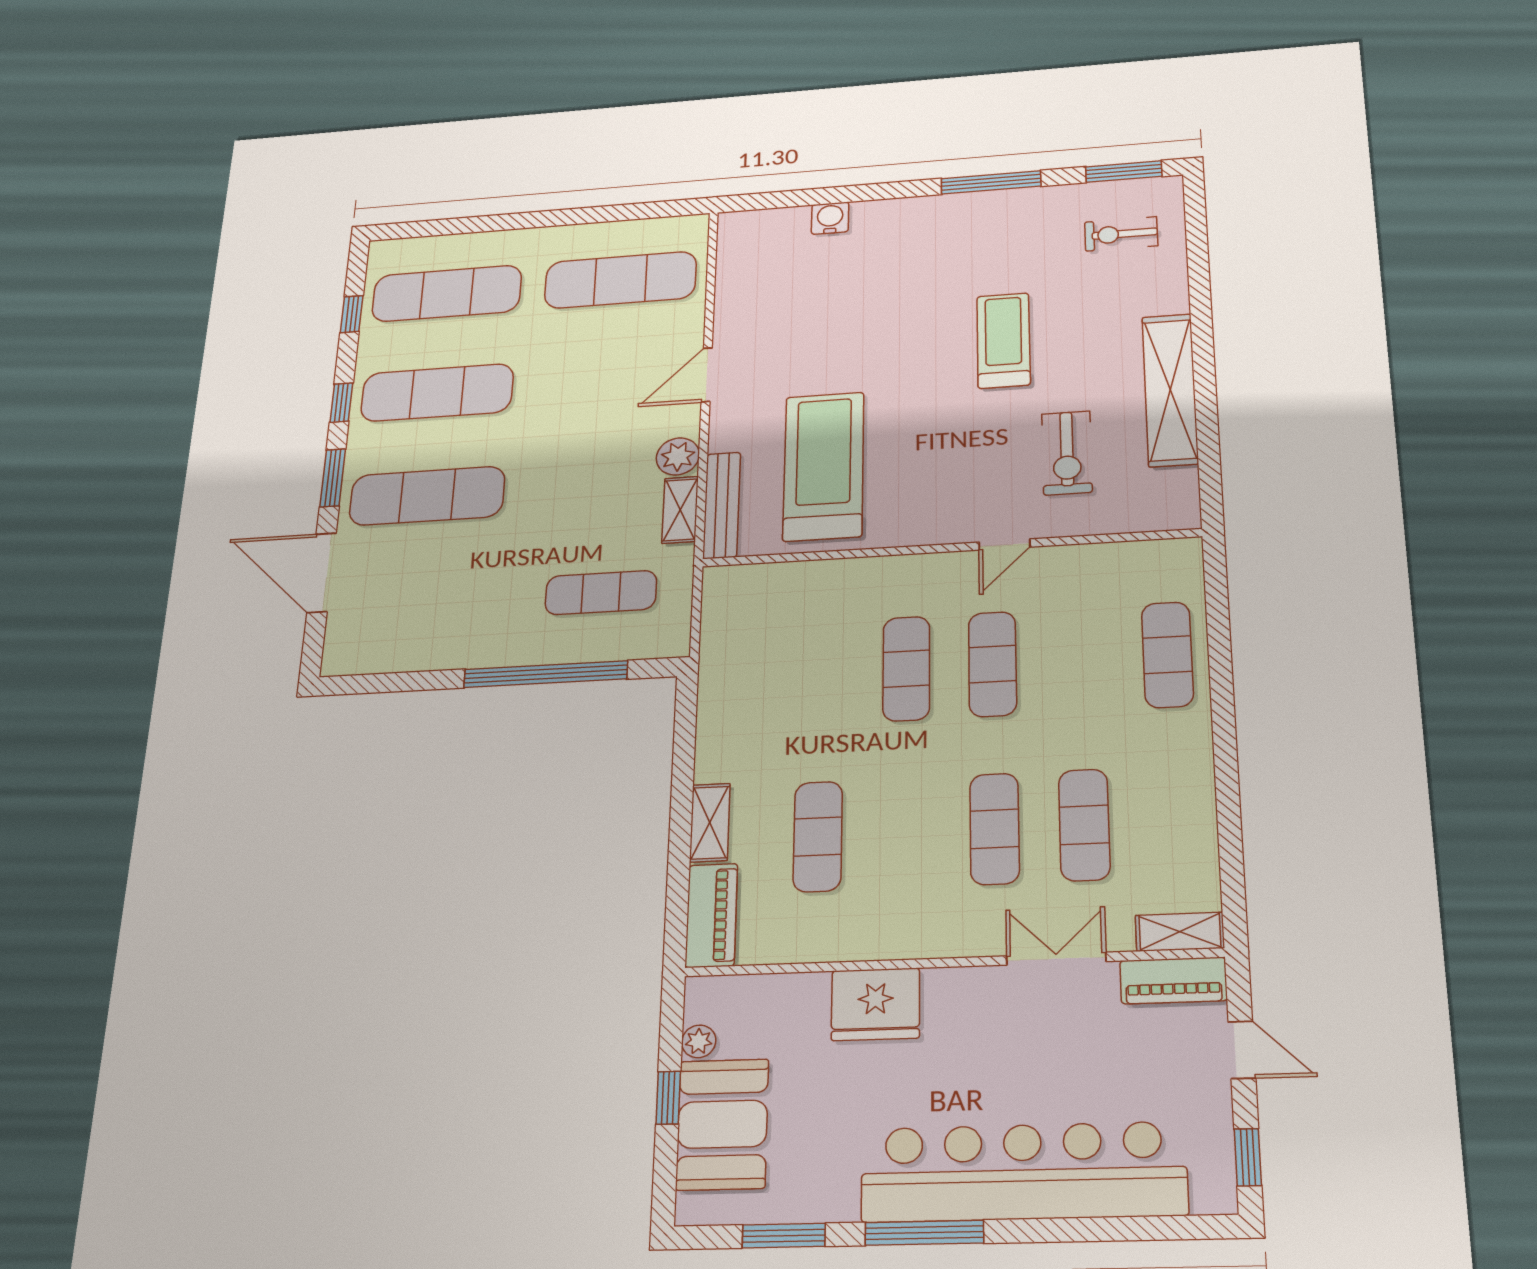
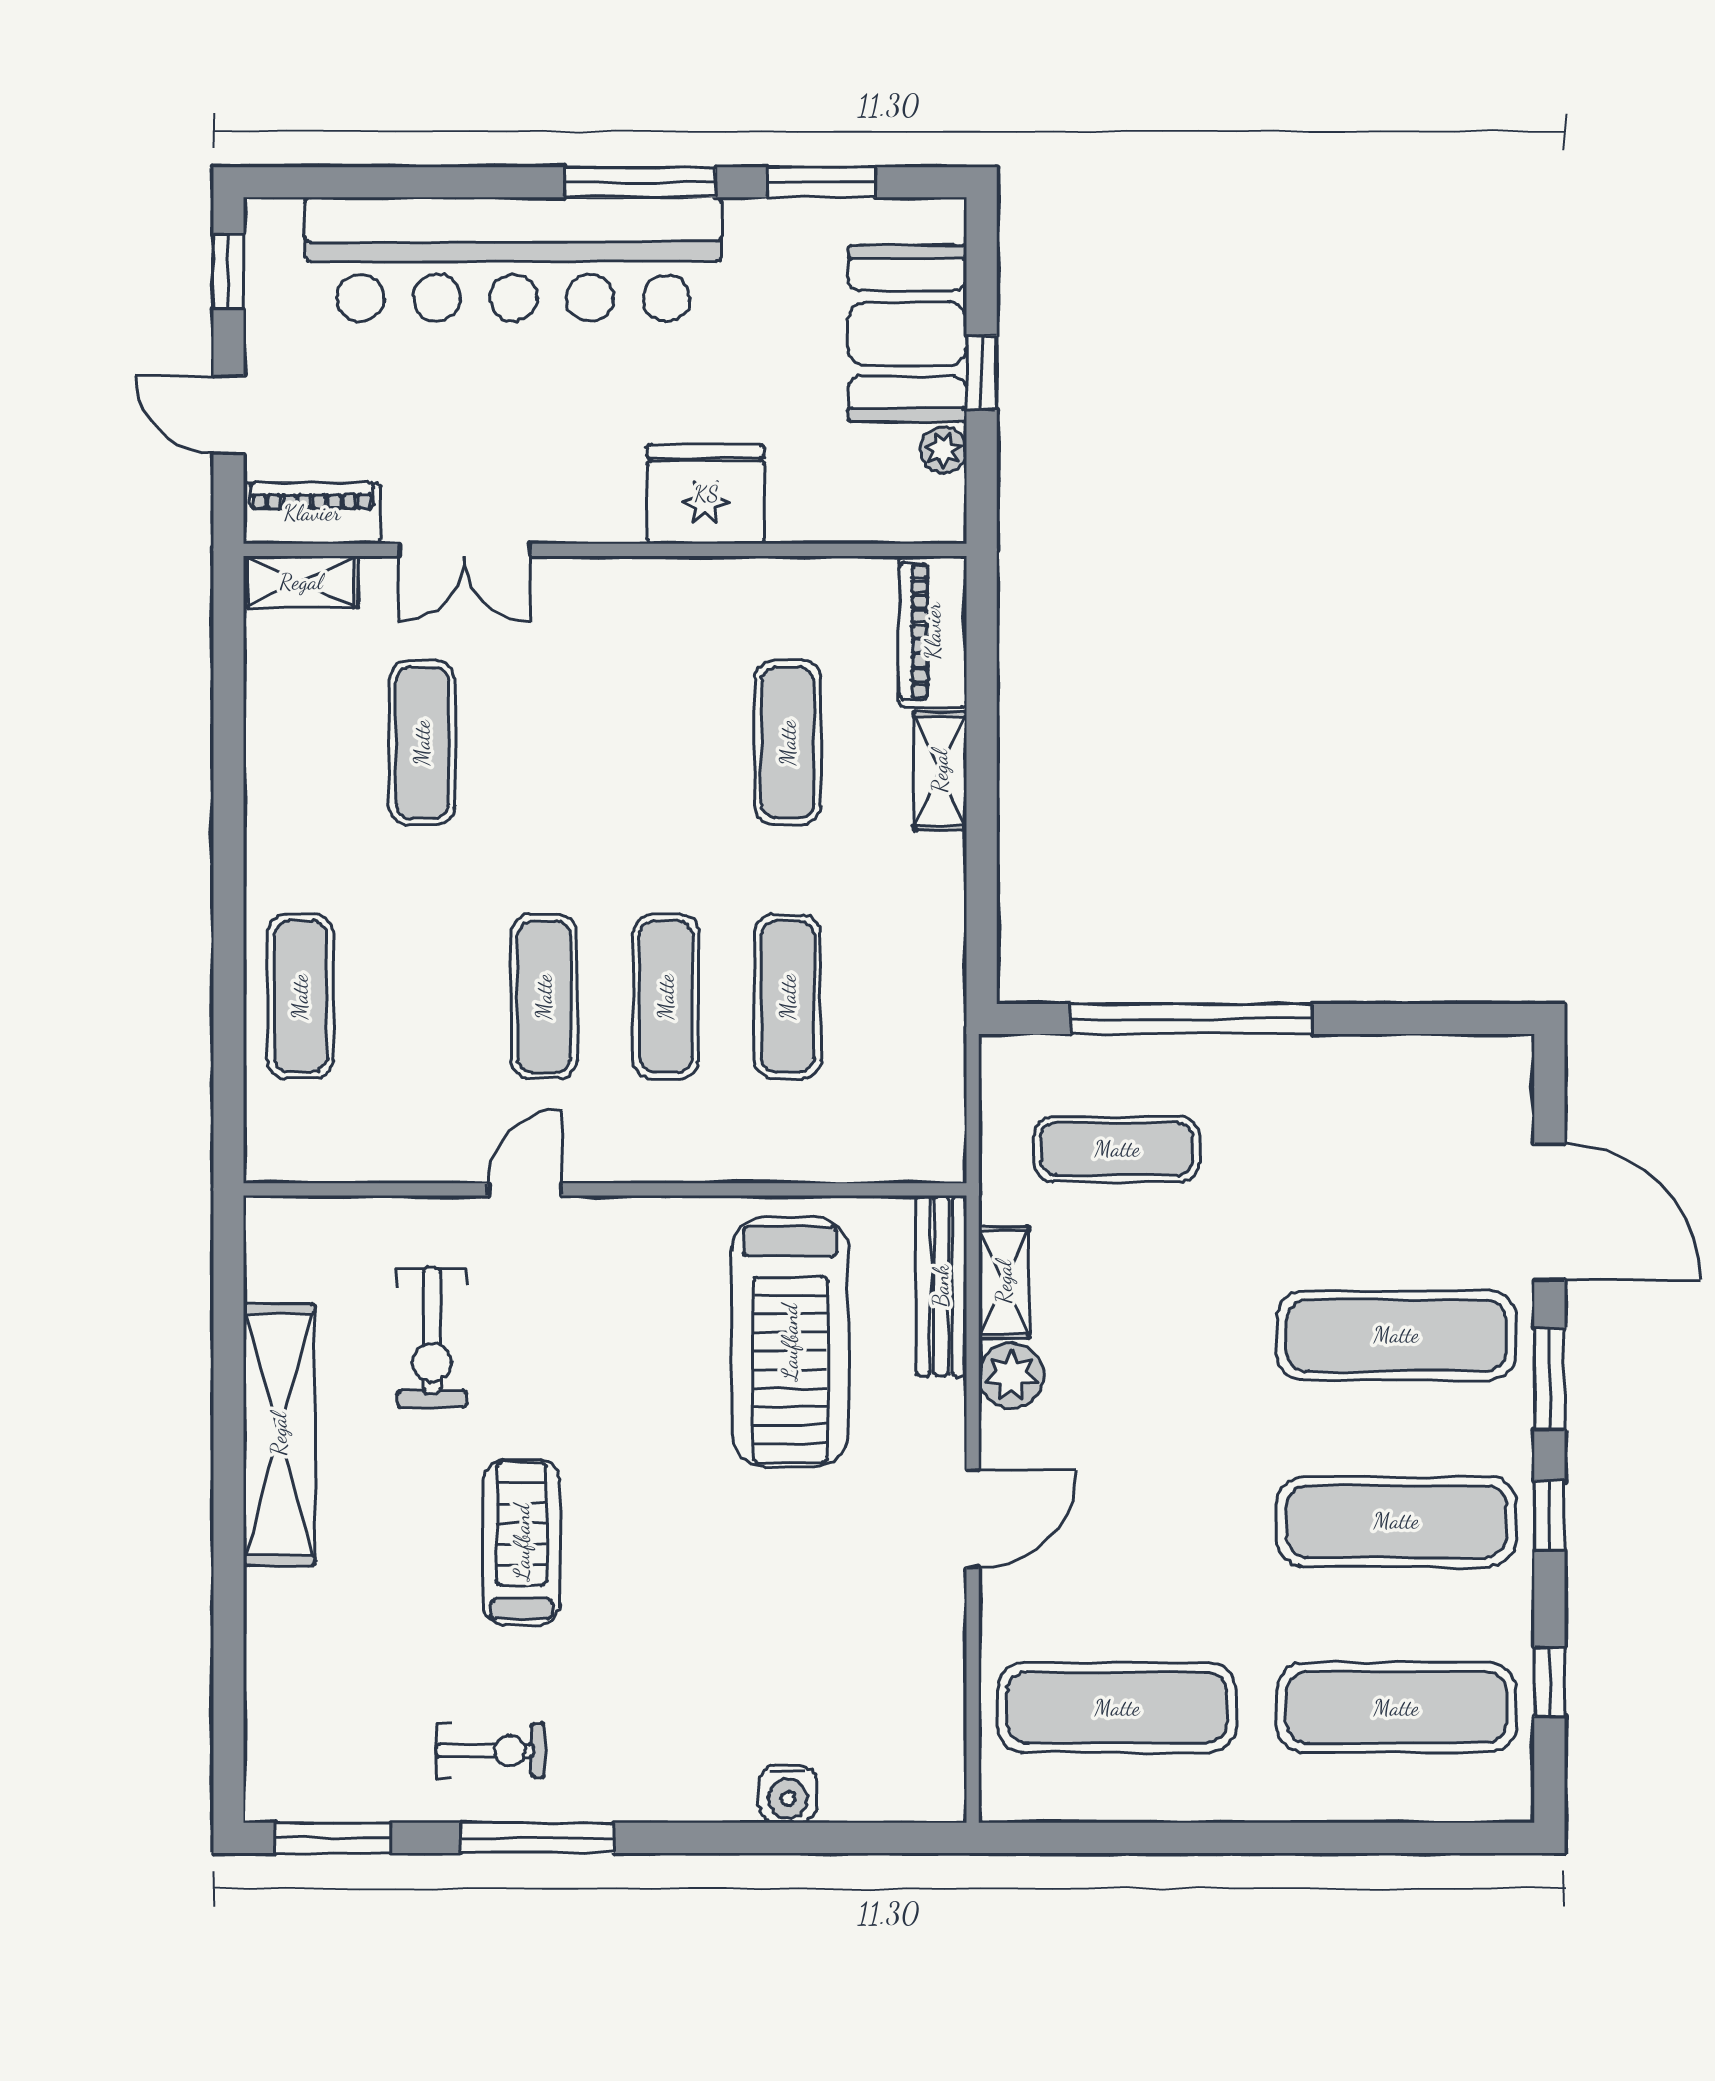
exercise bike: (1121, 234) -> (490, 1750), moved
treadmill: (1003, 340) -> (522, 1542), turned 180
exercise bike: (1067, 453) -> (432, 1337), turned 180
exercise mat: (995, 829) -> (788, 997), moved

